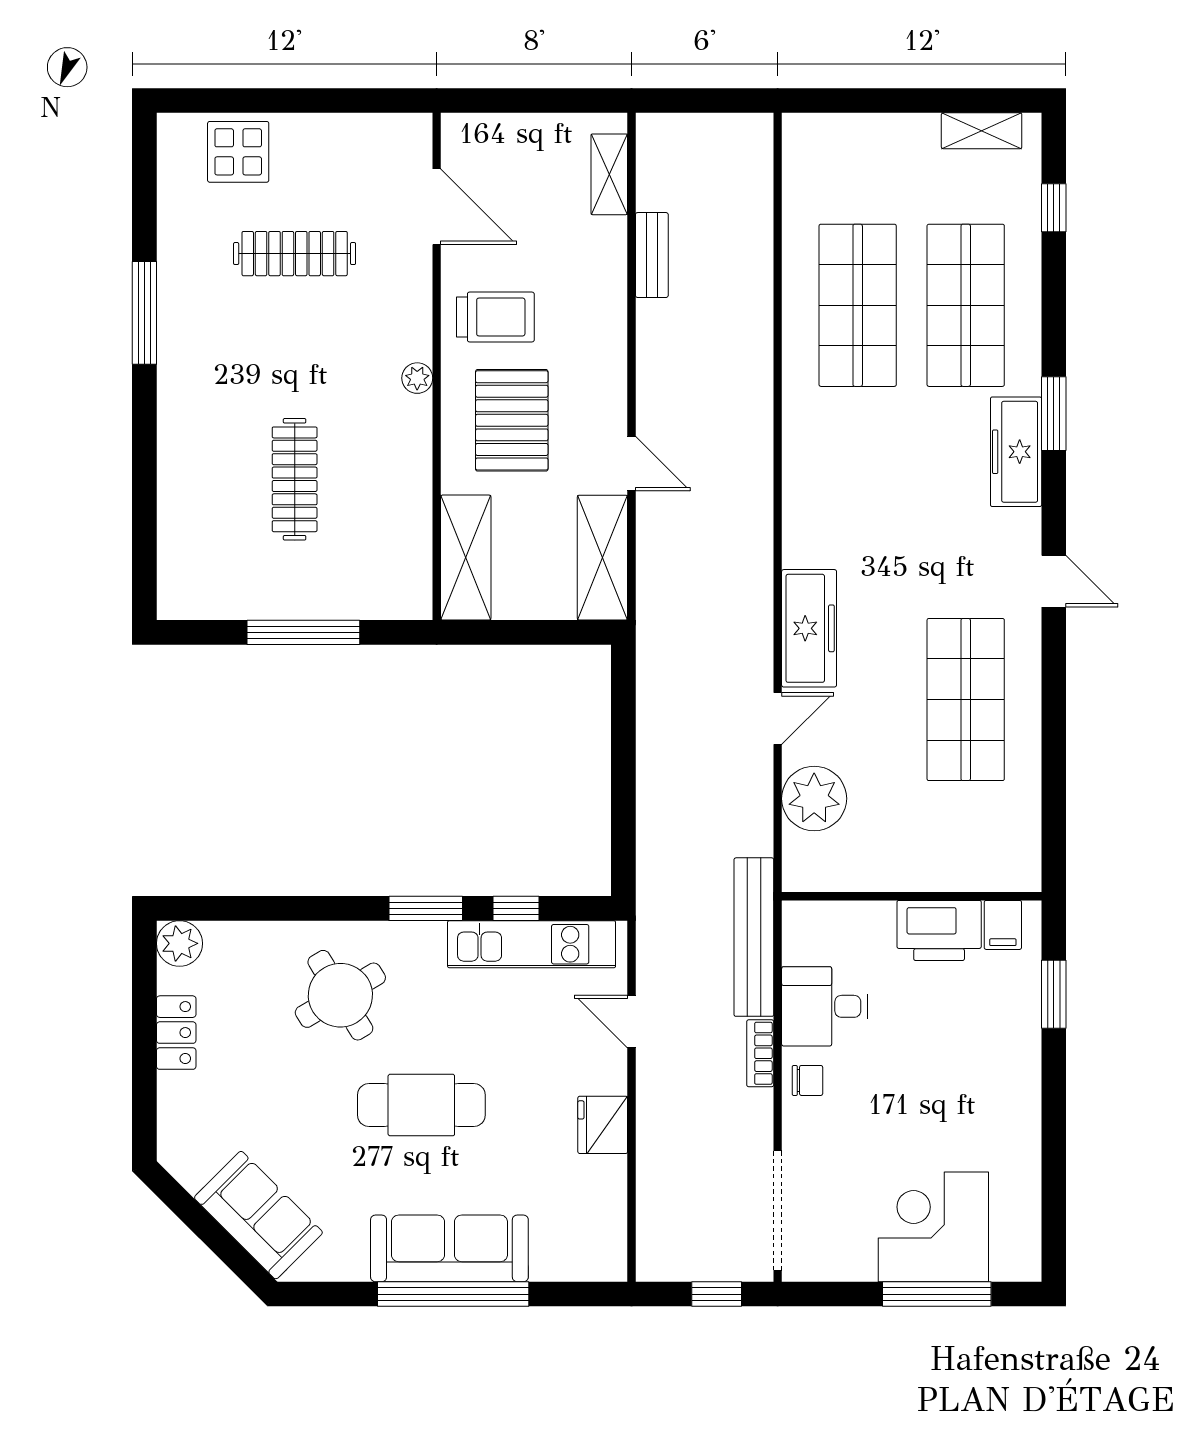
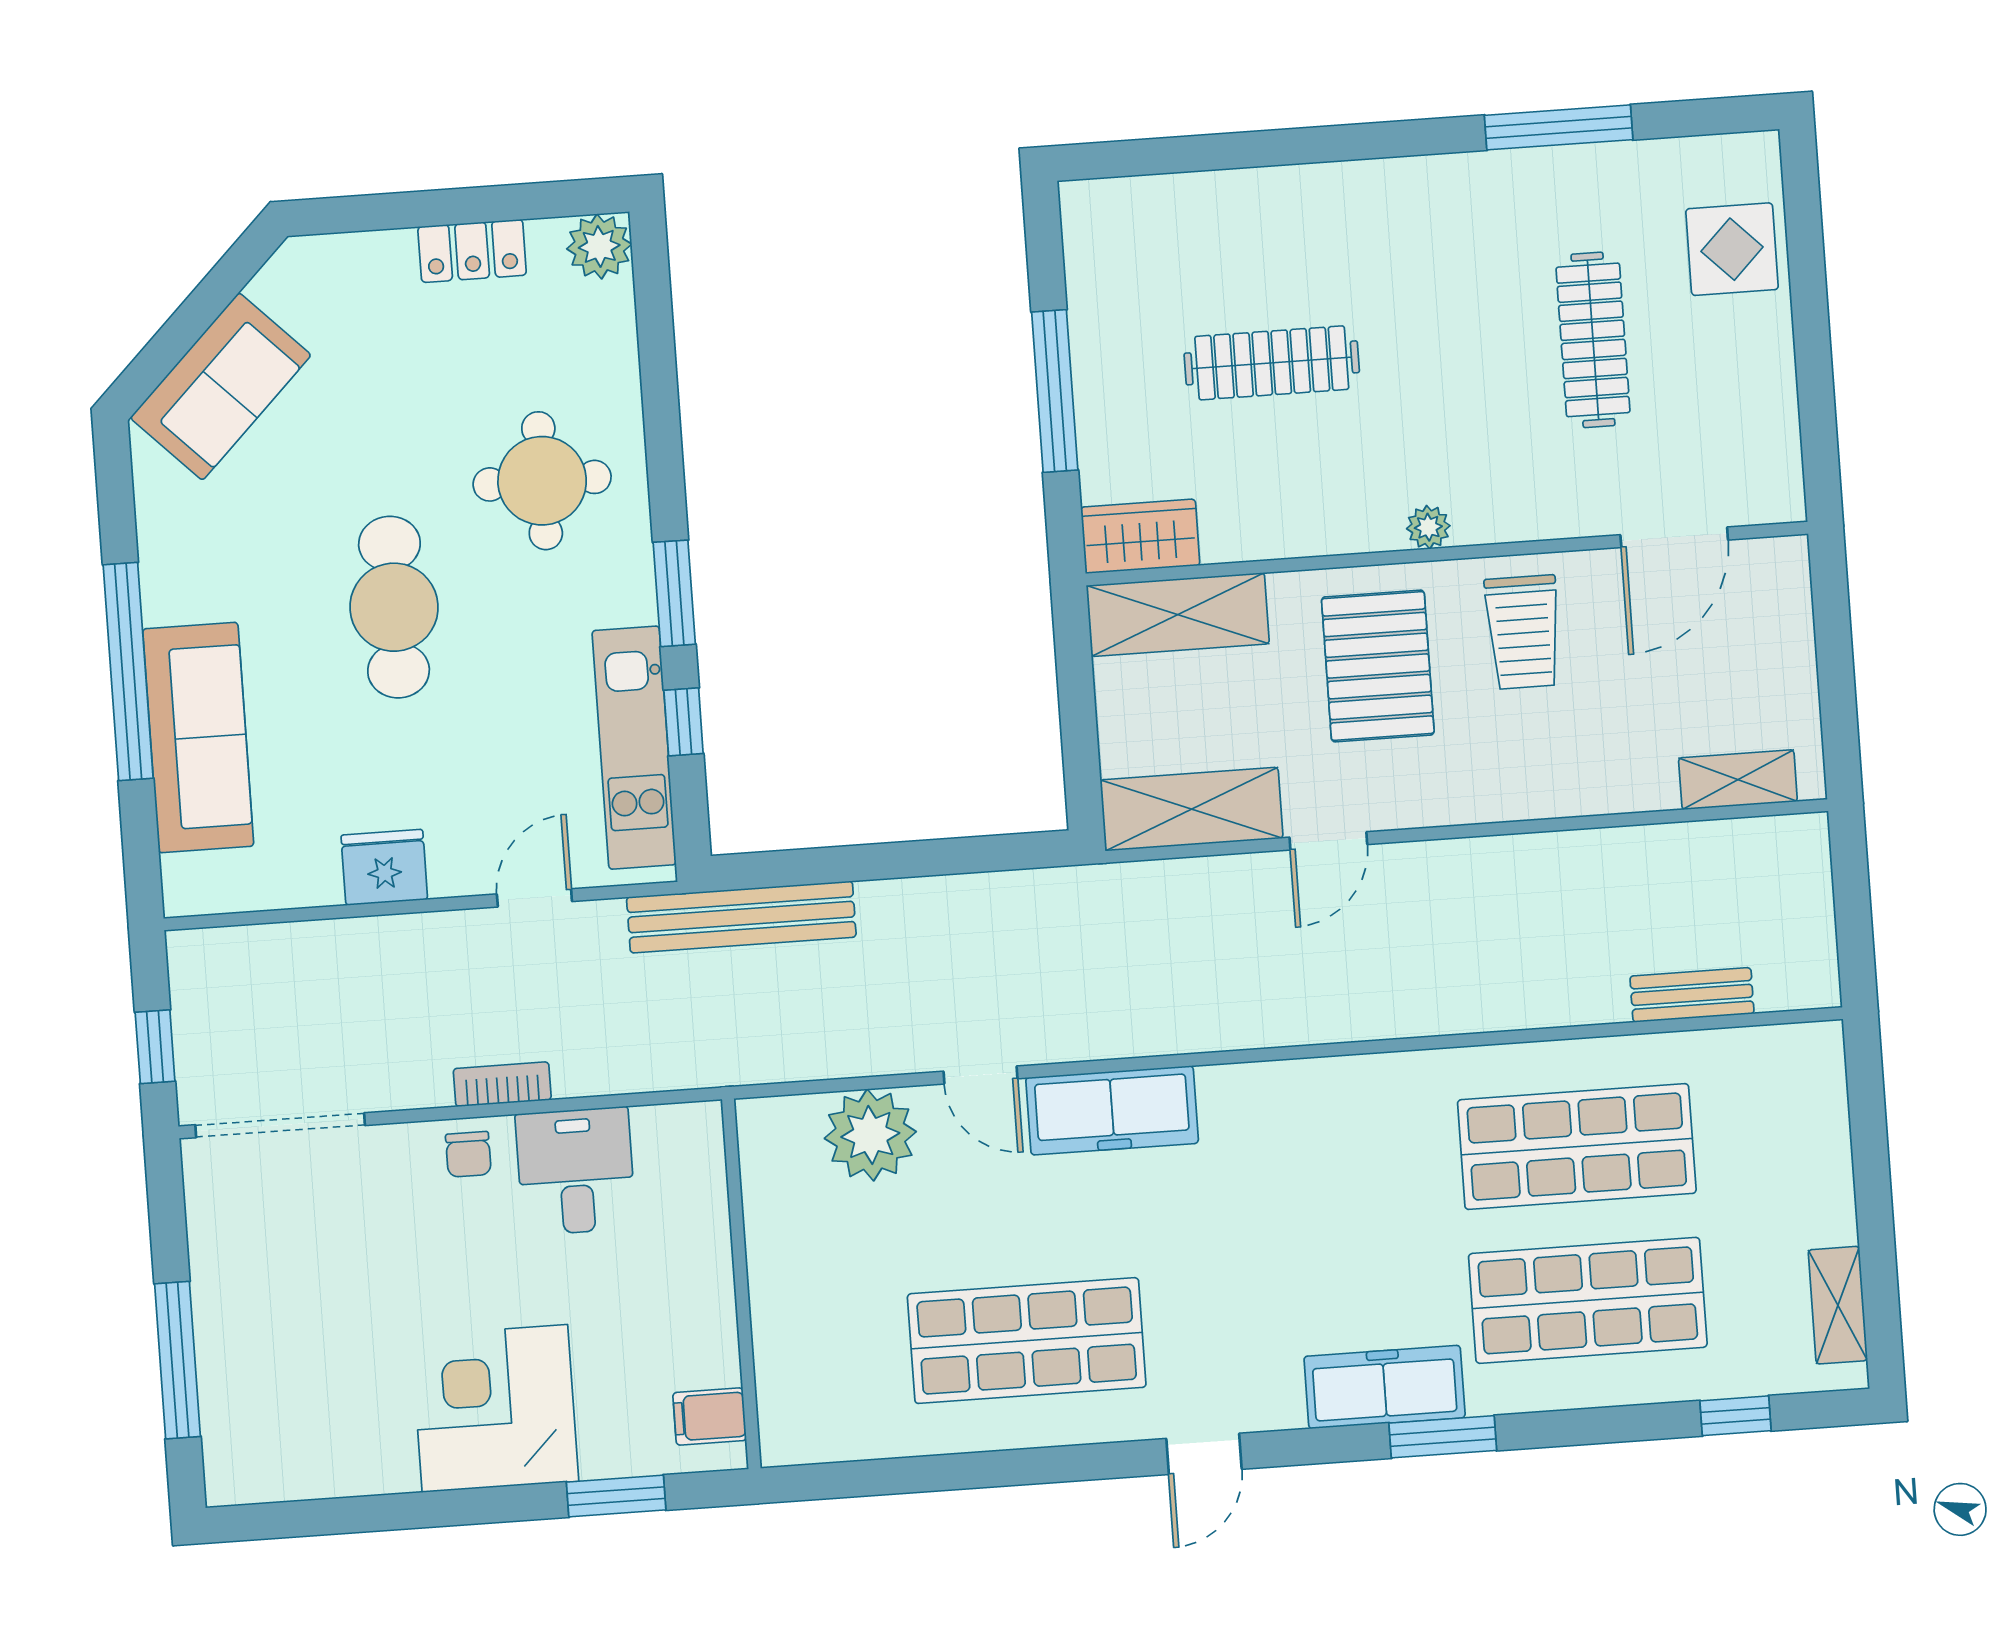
bench: (652, 255) -> (1692, 995), moved
window: (144, 313) -> (1559, 127), moved
pallet: (512, 420) -> (1378, 666), turned 90
wardrobe: (409, 580) -> (1140, 536), added
printer: (939, 930) -> (695, 1326), removed
bench: (754, 937) -> (741, 917), moved
round table: (340, 995) -> (542, 481), turned 31
corner desk: (933, 1227) -> (495, 1408), moved, turned -90
sofa: (449, 1248) -> (198, 738), moved

